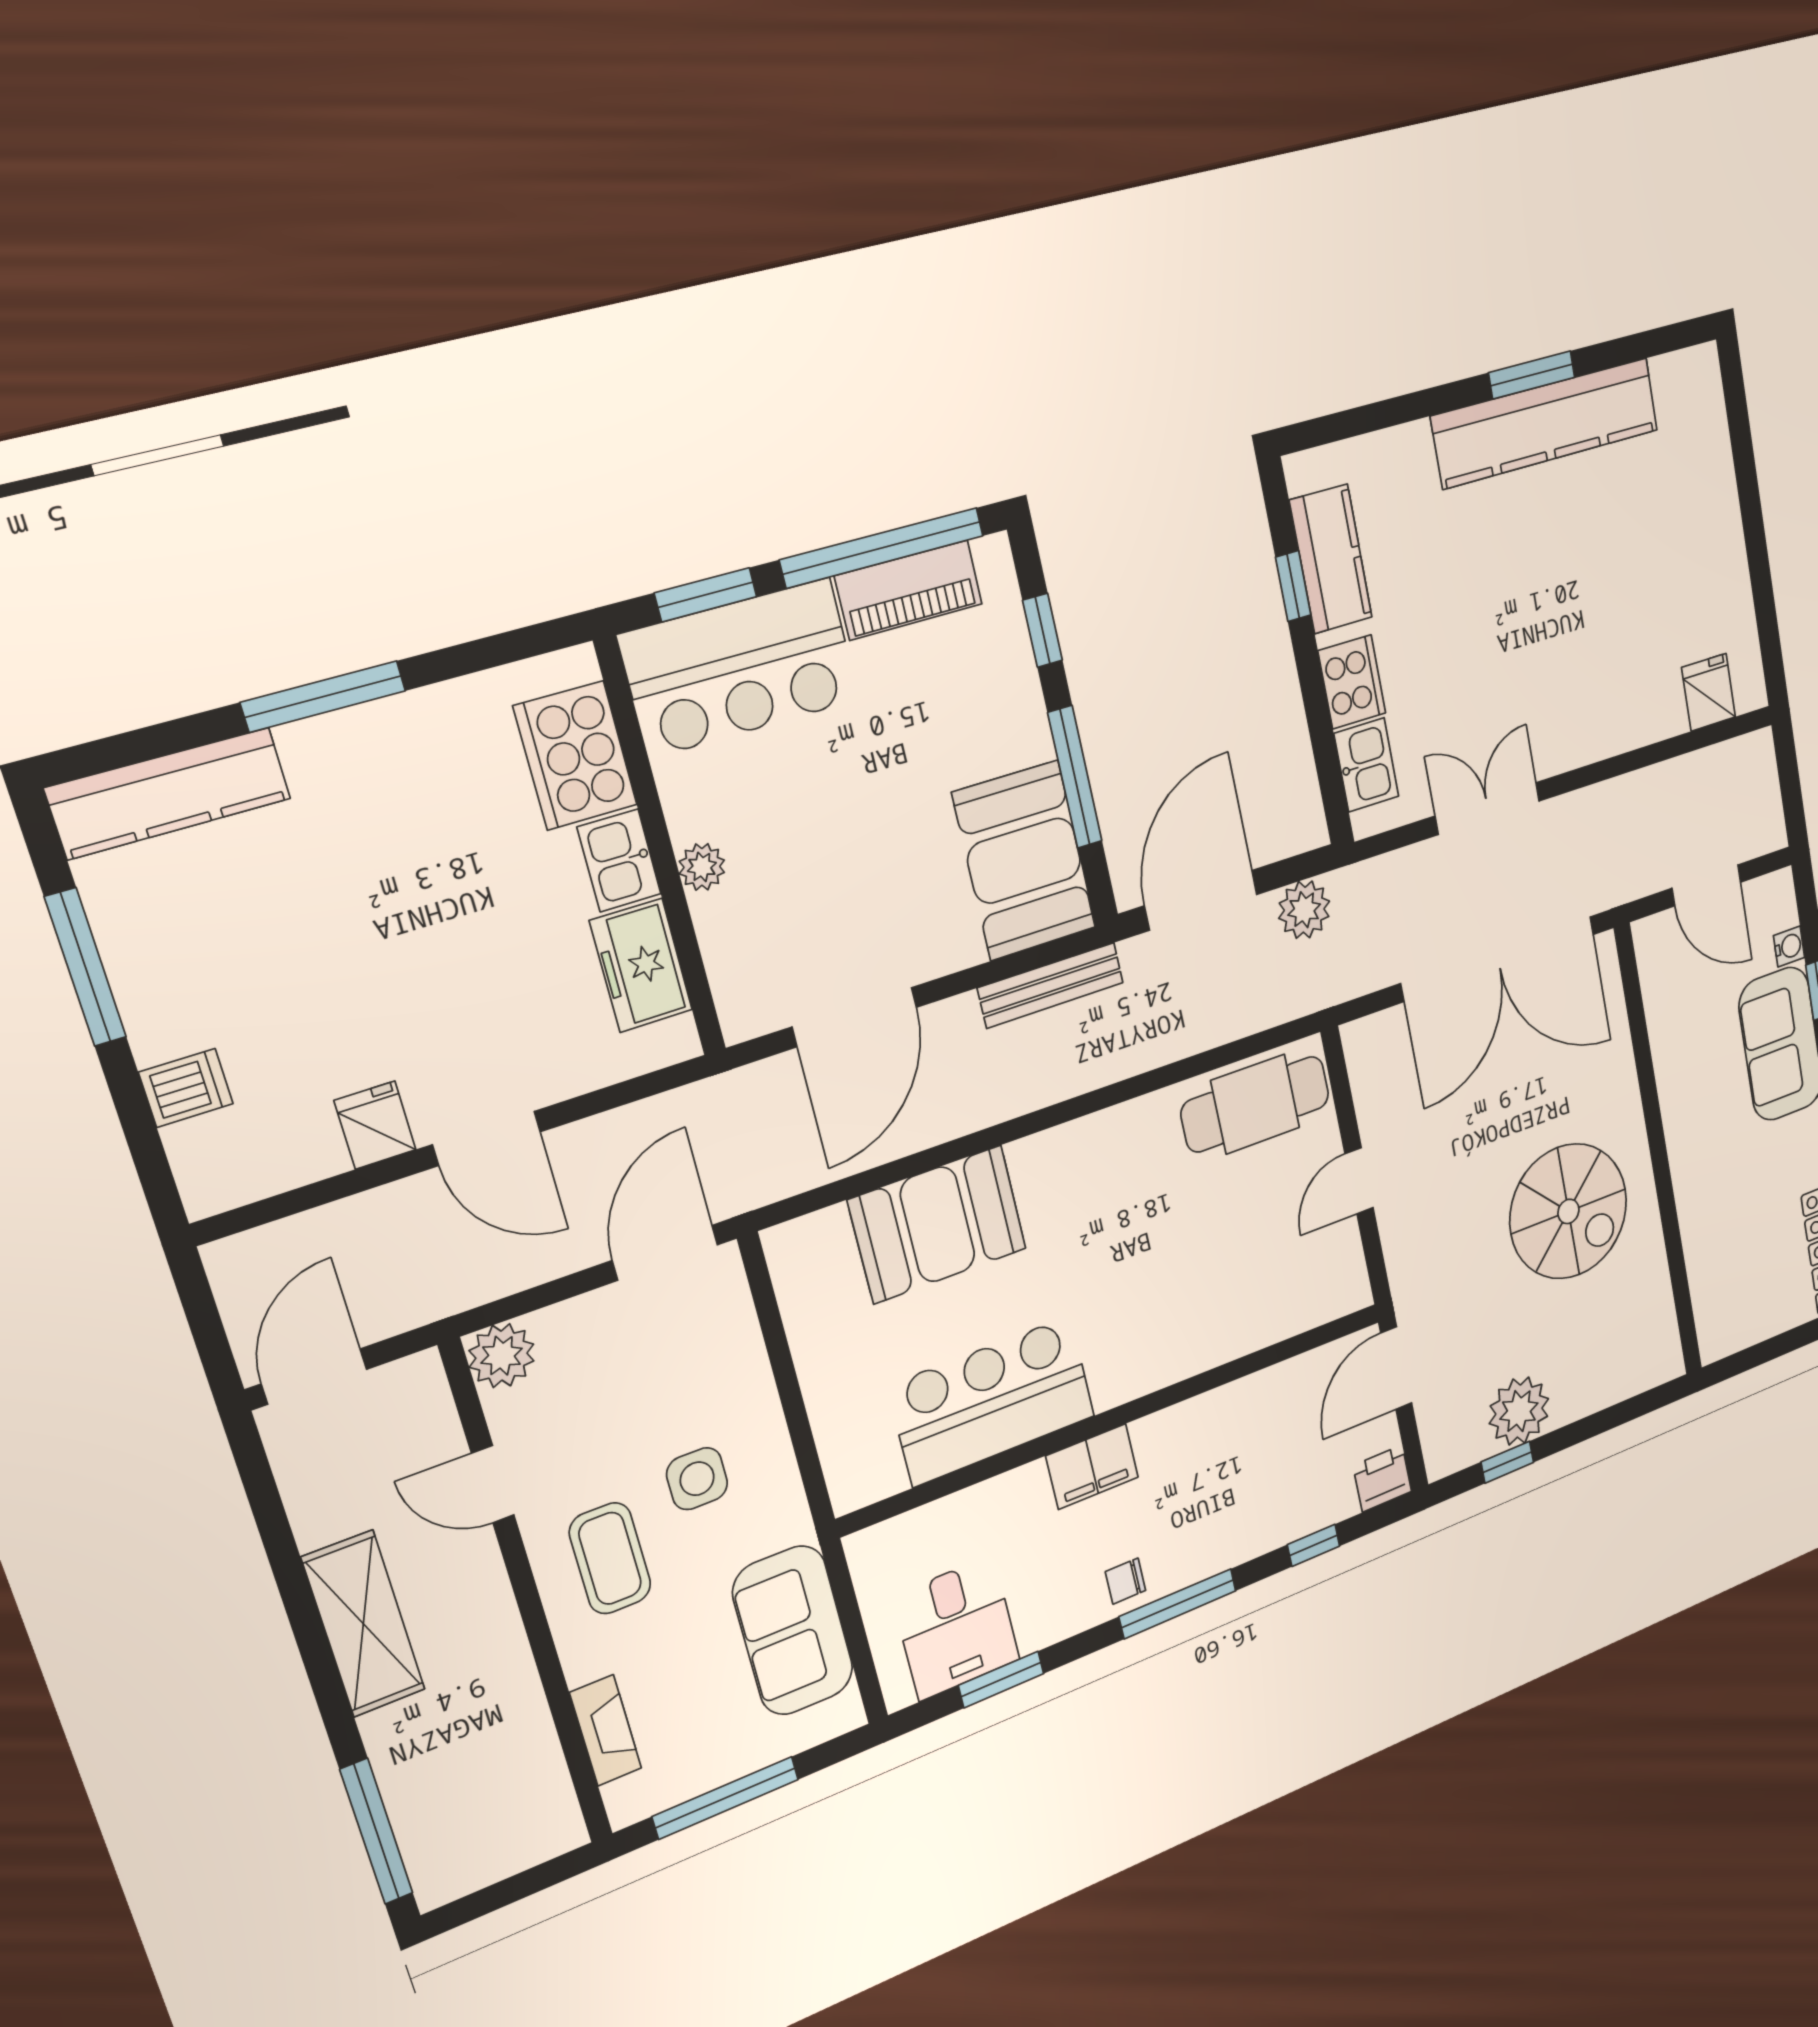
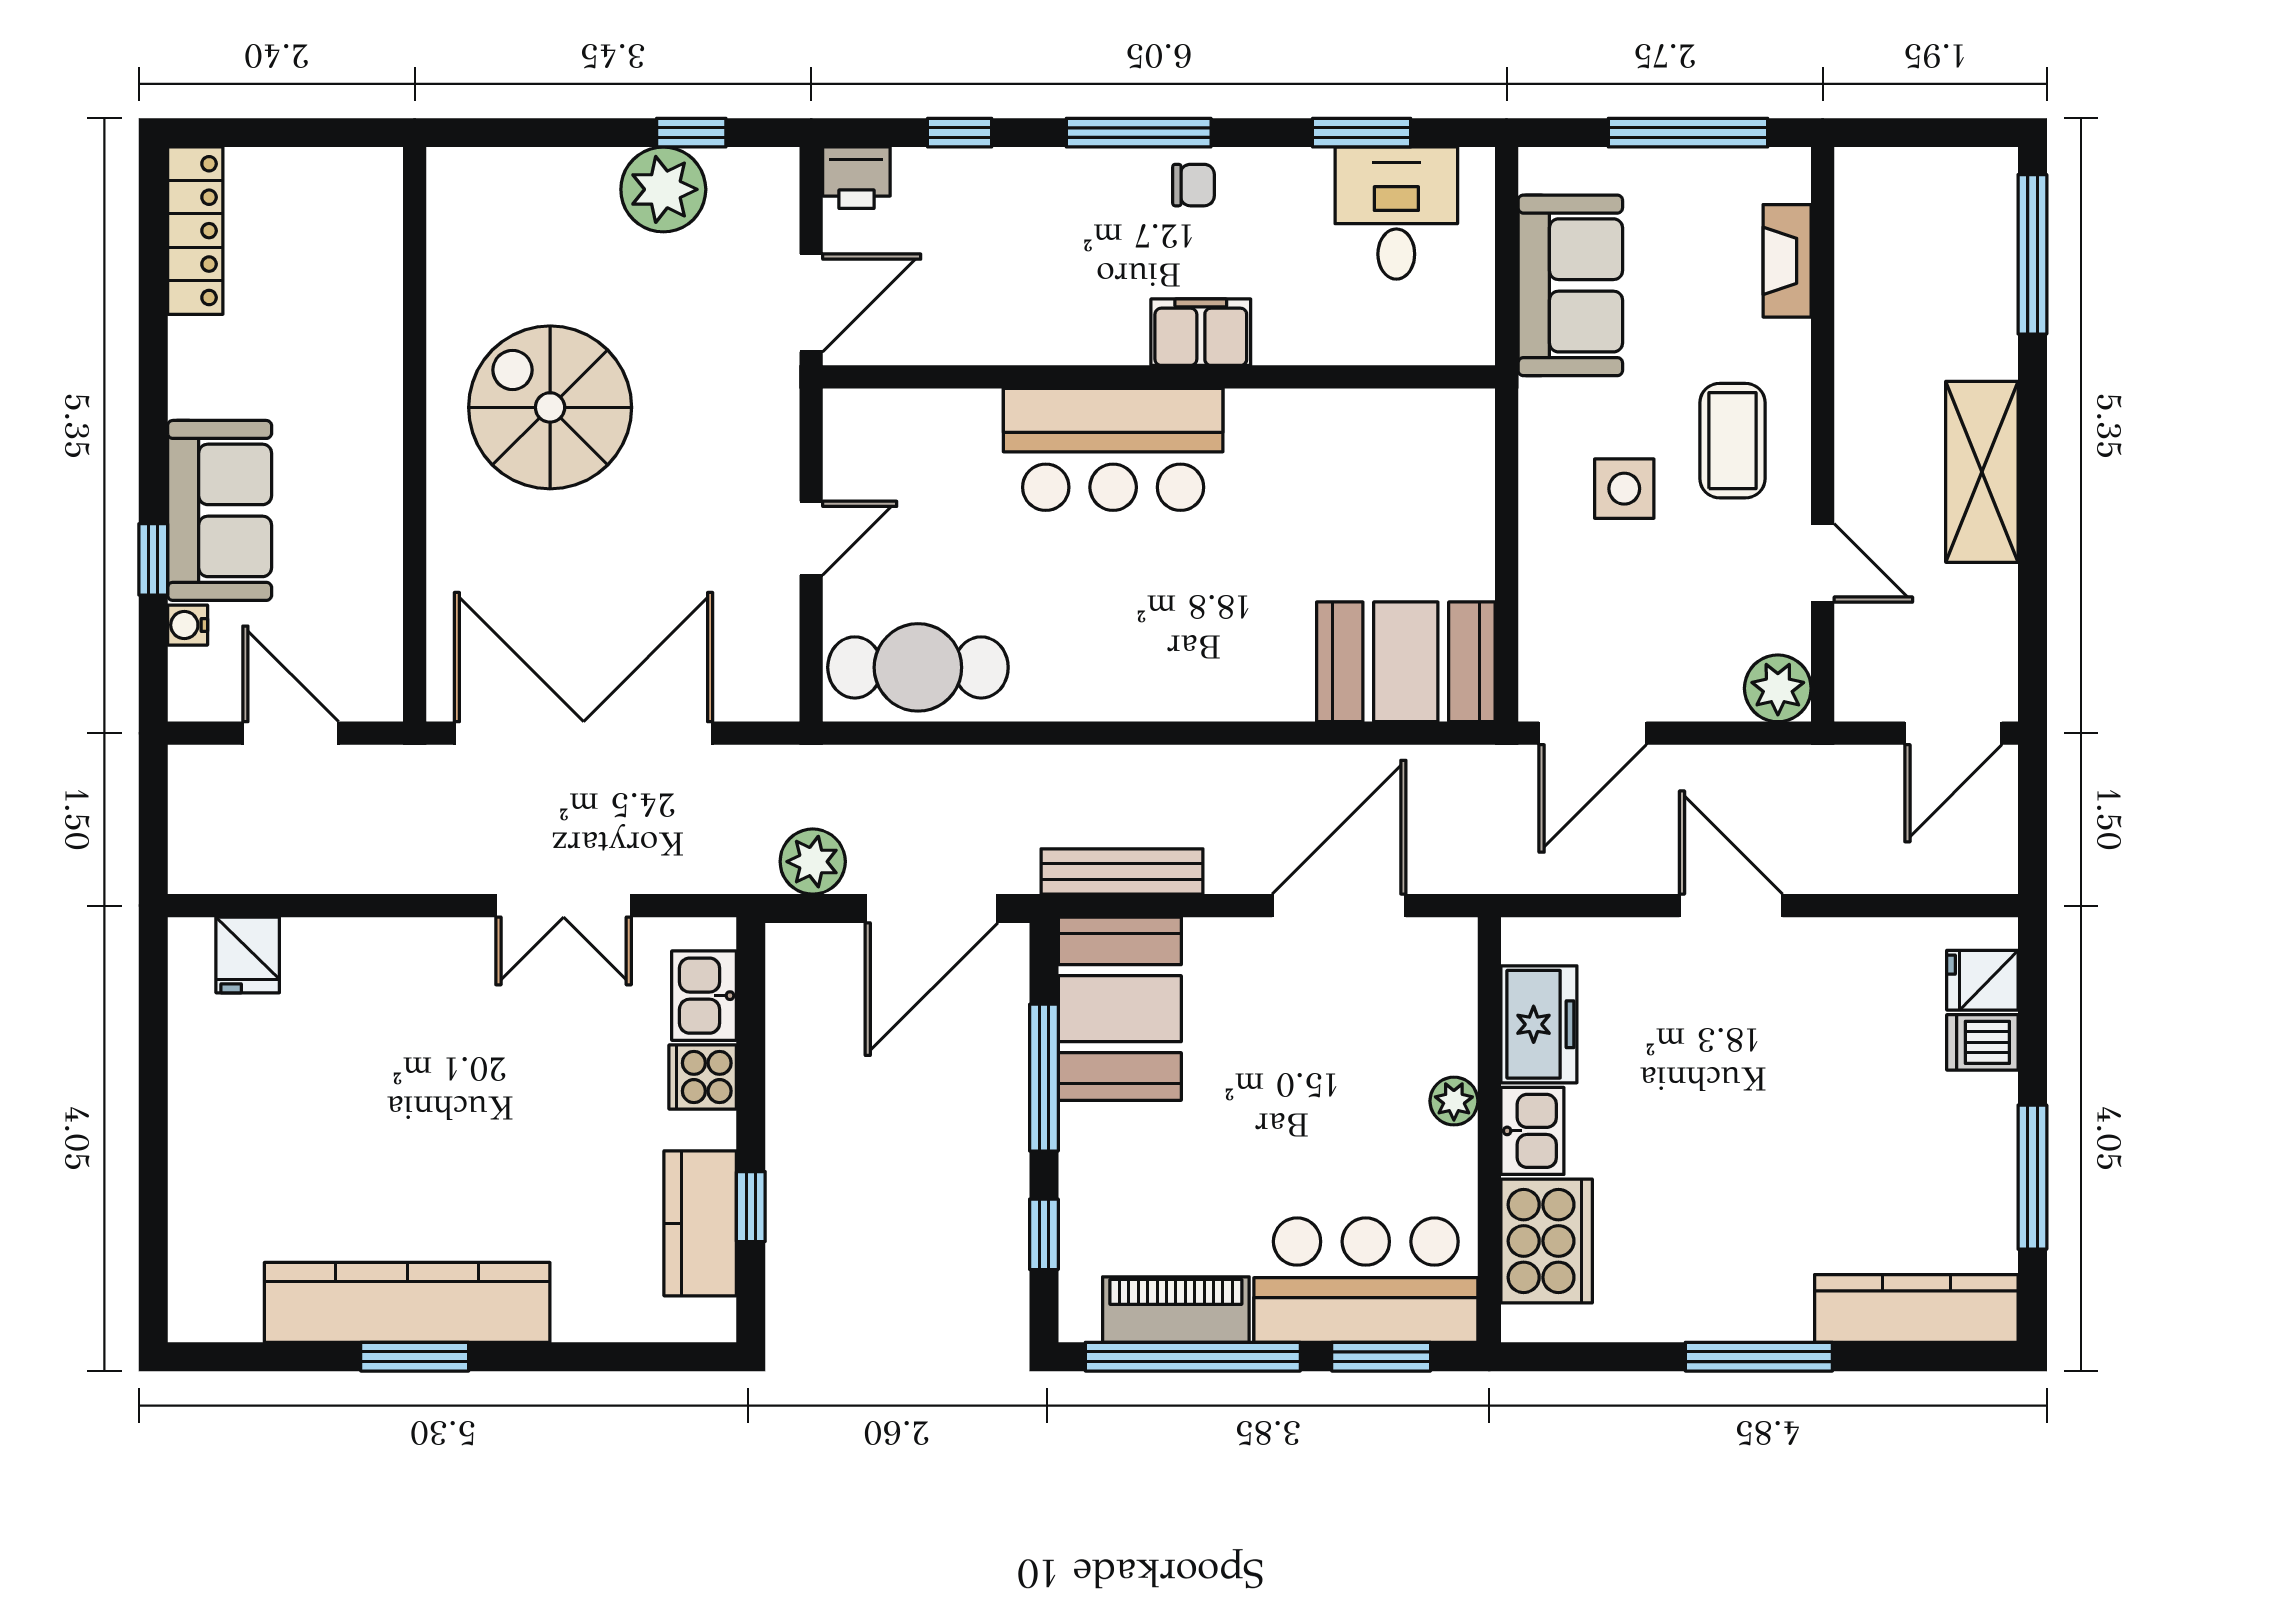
cooker: (1352, 682) -> (703, 1077), width x0.73
fridge: (375, 1125) -> (1982, 980), moved, turned 90
booth: (938, 1224) -> (1406, 662), moved
bar counter: (992, 1401) -> (1113, 449), moved

